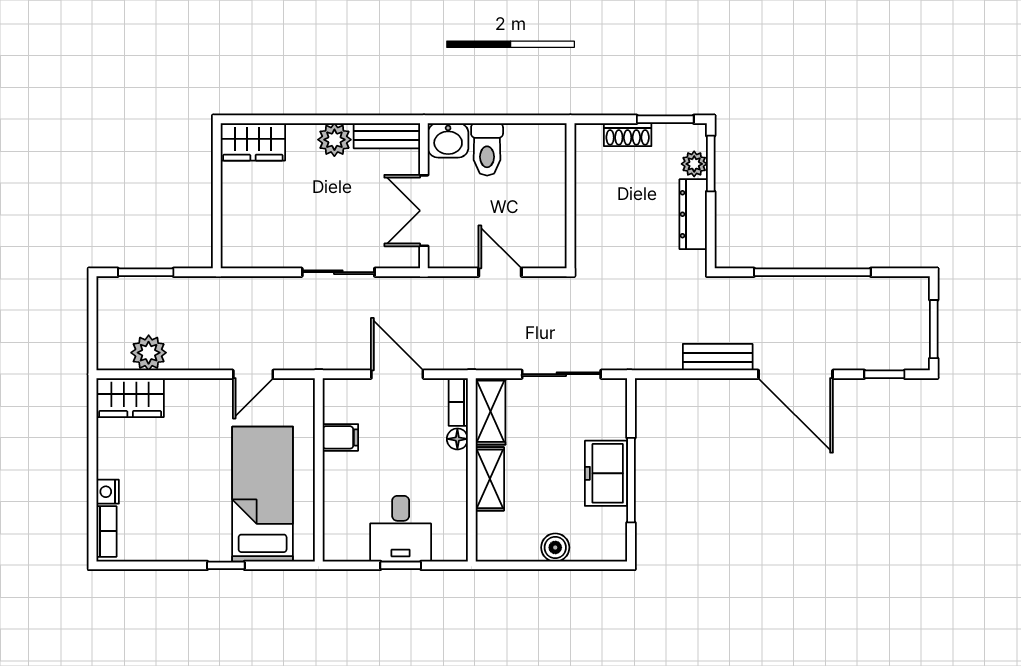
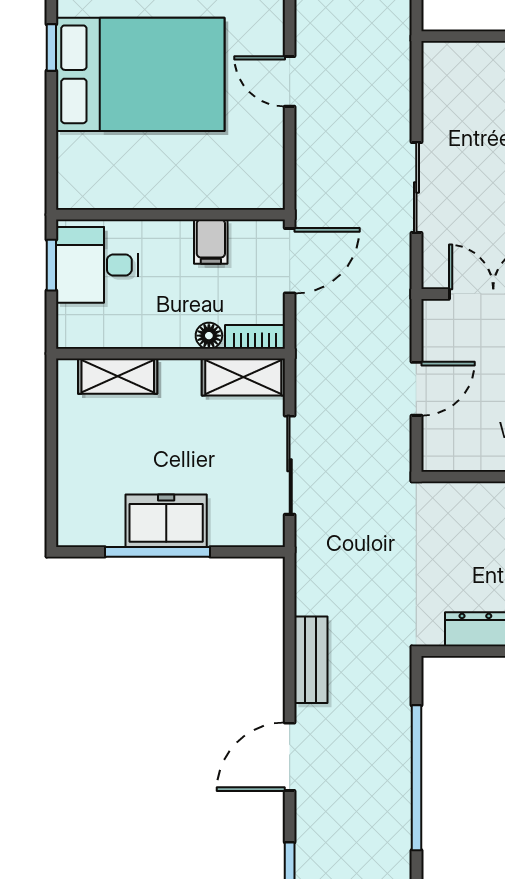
door: (796, 374) -> (290, 757), width x0.73
filing cabinet: (340, 437) -> (211, 242), moved
wall: (319, 470) -> (171, 215), moved
shelving: (490, 479) -> (118, 376), moved
bed: (263, 494) -> (140, 74), width x1.50
boiler: (555, 547) -> (74, 458), removed

